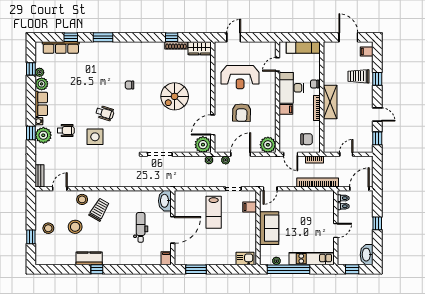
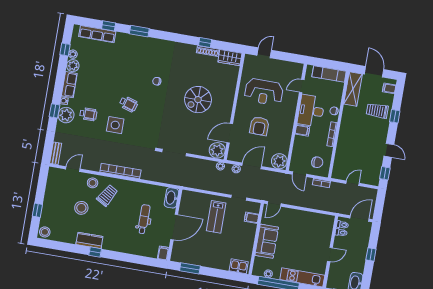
shelving: (330, 102) -> (353, 89), moved
bookcase: (318, 183) -> (120, 171), moved
stool: (48, 228) -> (45, 232), moved

